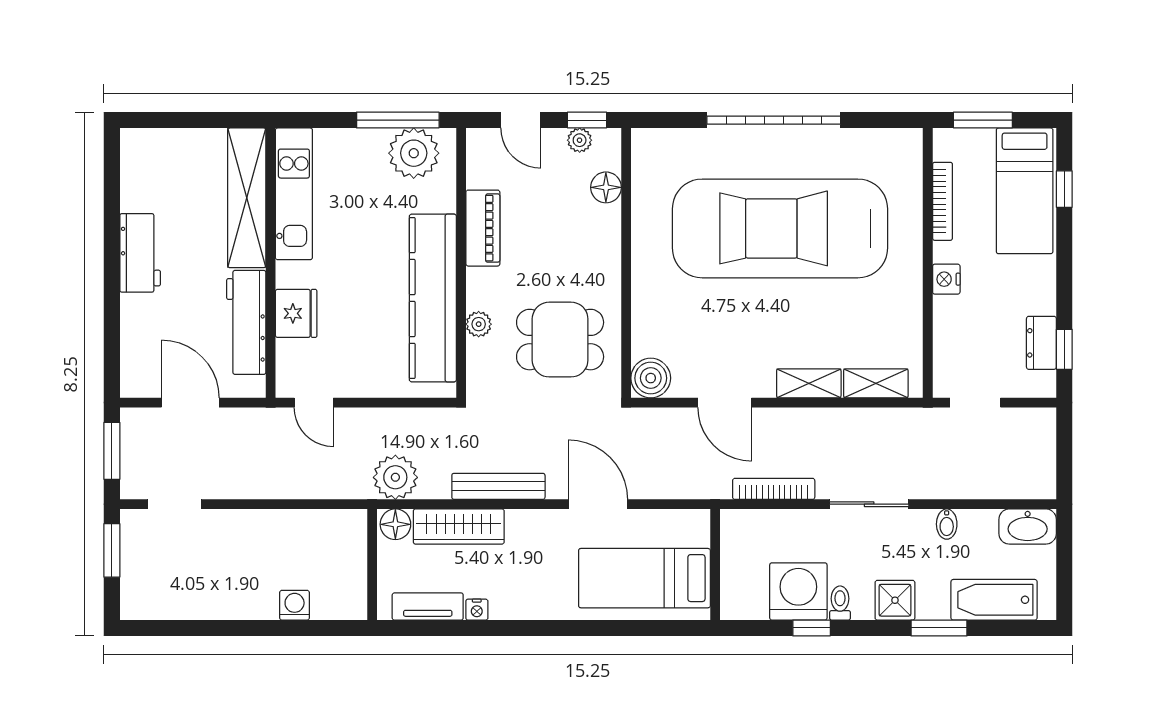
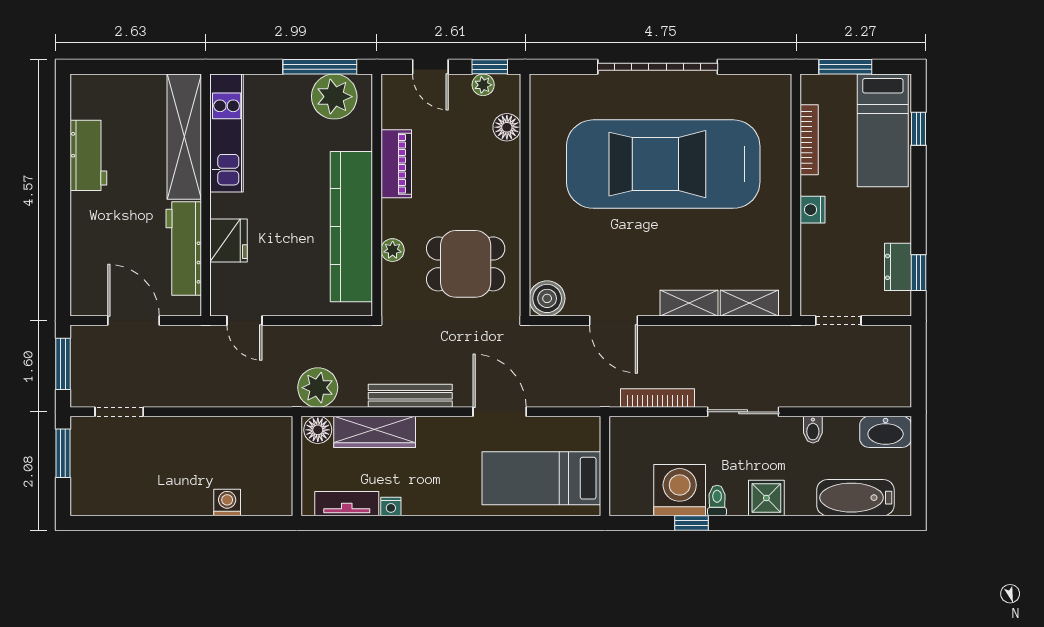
workbench: (140, 253) -> (88, 155), moved
window: (939, 628) -> (806, 523), removed

